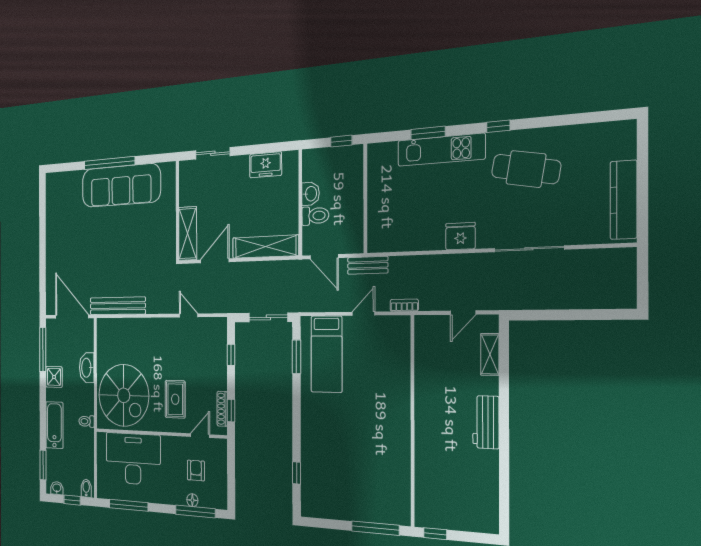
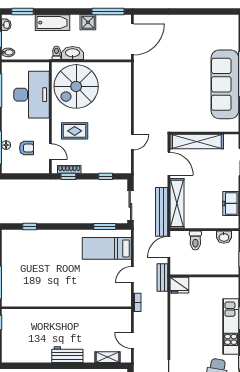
washbasin: (311, 194) -> (224, 237), moved
shelving: (188, 234) -> (197, 142), width x1.47
fridge: (460, 236) -> (179, 285), moved, turned 90
bench: (118, 306) -> (162, 212), moved
door: (363, 314) -> (132, 275), swing flipped
washbasin: (87, 368) -> (73, 53), moved

